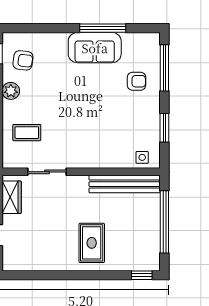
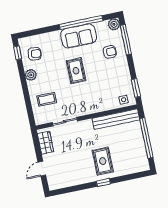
window: (103, 28) -> (81, 22), width x1.46
plant: (151, 41) -> (114, 24), added
rug: (80, 99) -> (76, 71), added
window: (164, 128) -> (136, 88), moved
window: (142, 275) -> (103, 183), moved

